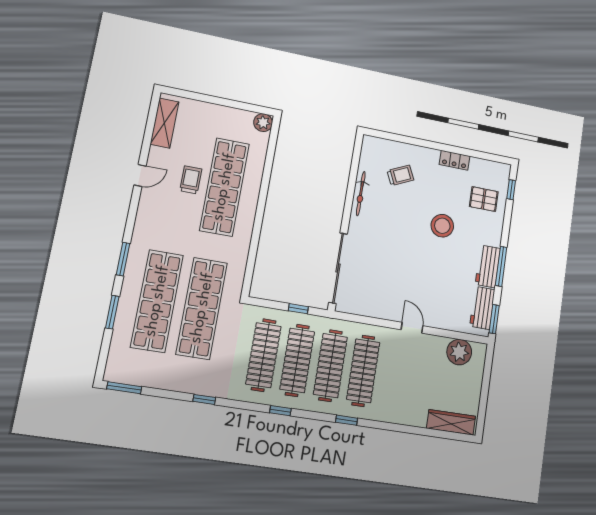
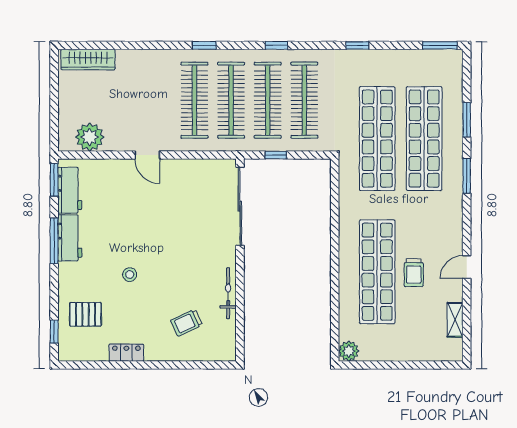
shelving: (165, 123) -> (455, 320), width x0.67, depth x0.75
stool: (442, 226) -> (130, 275), width x0.53, depth x0.53

